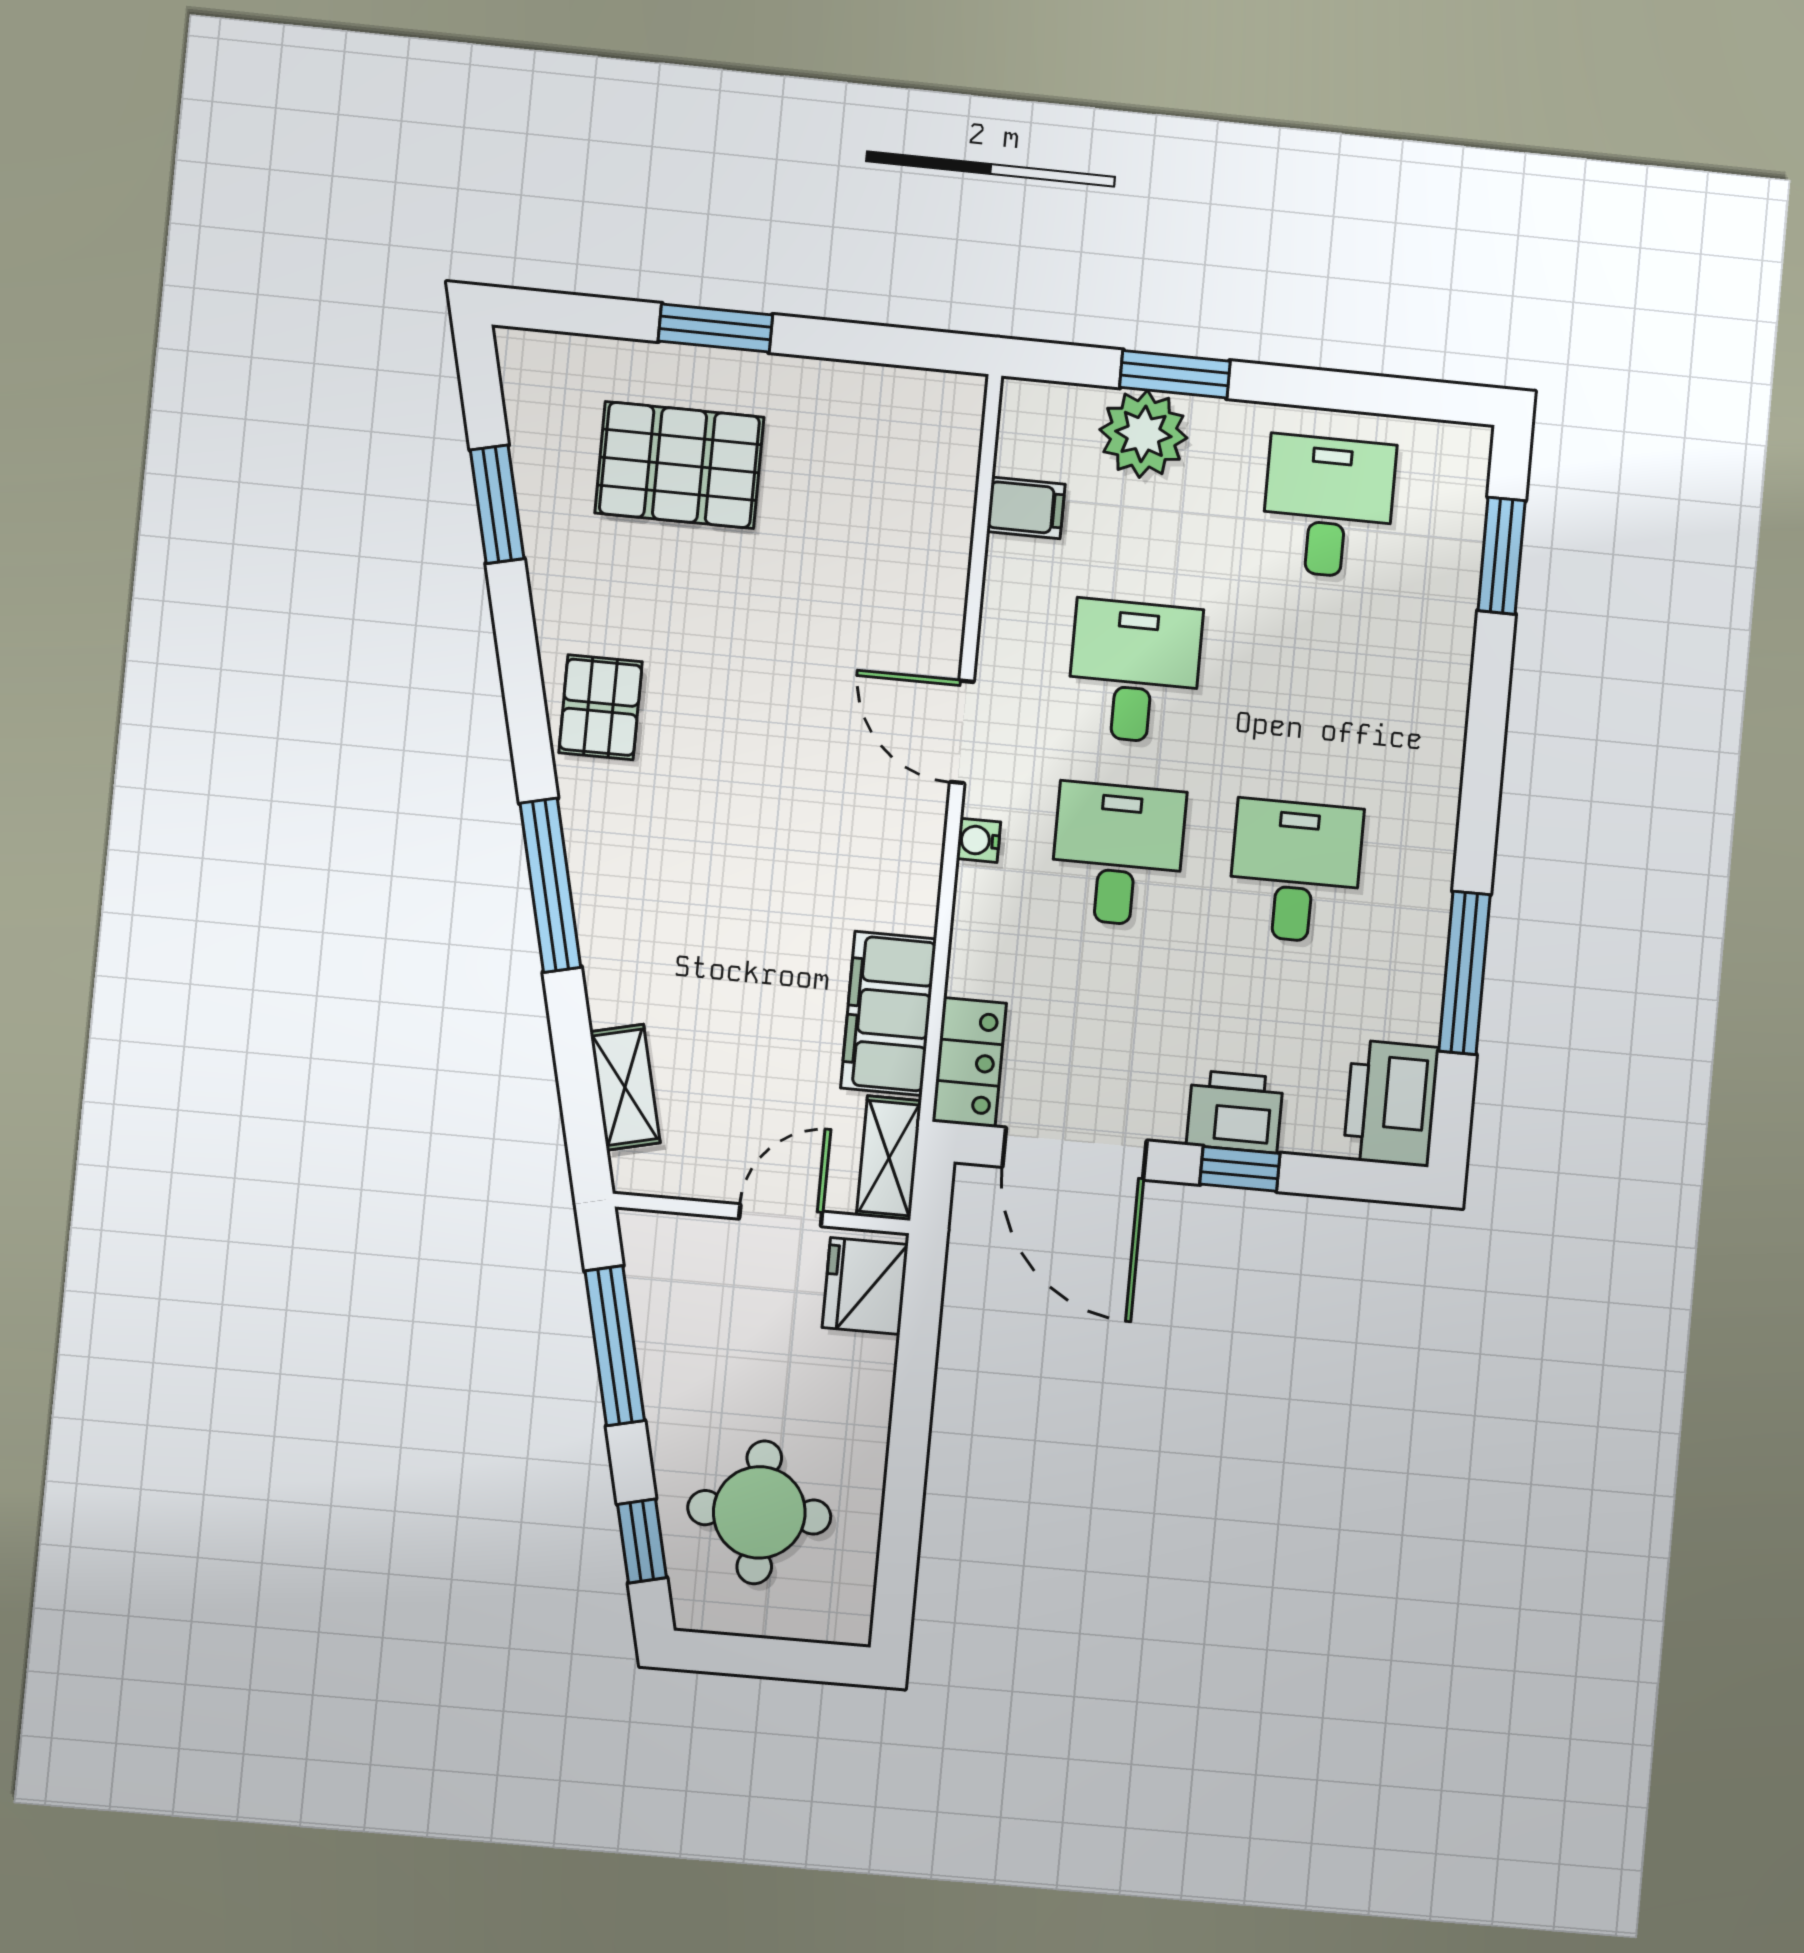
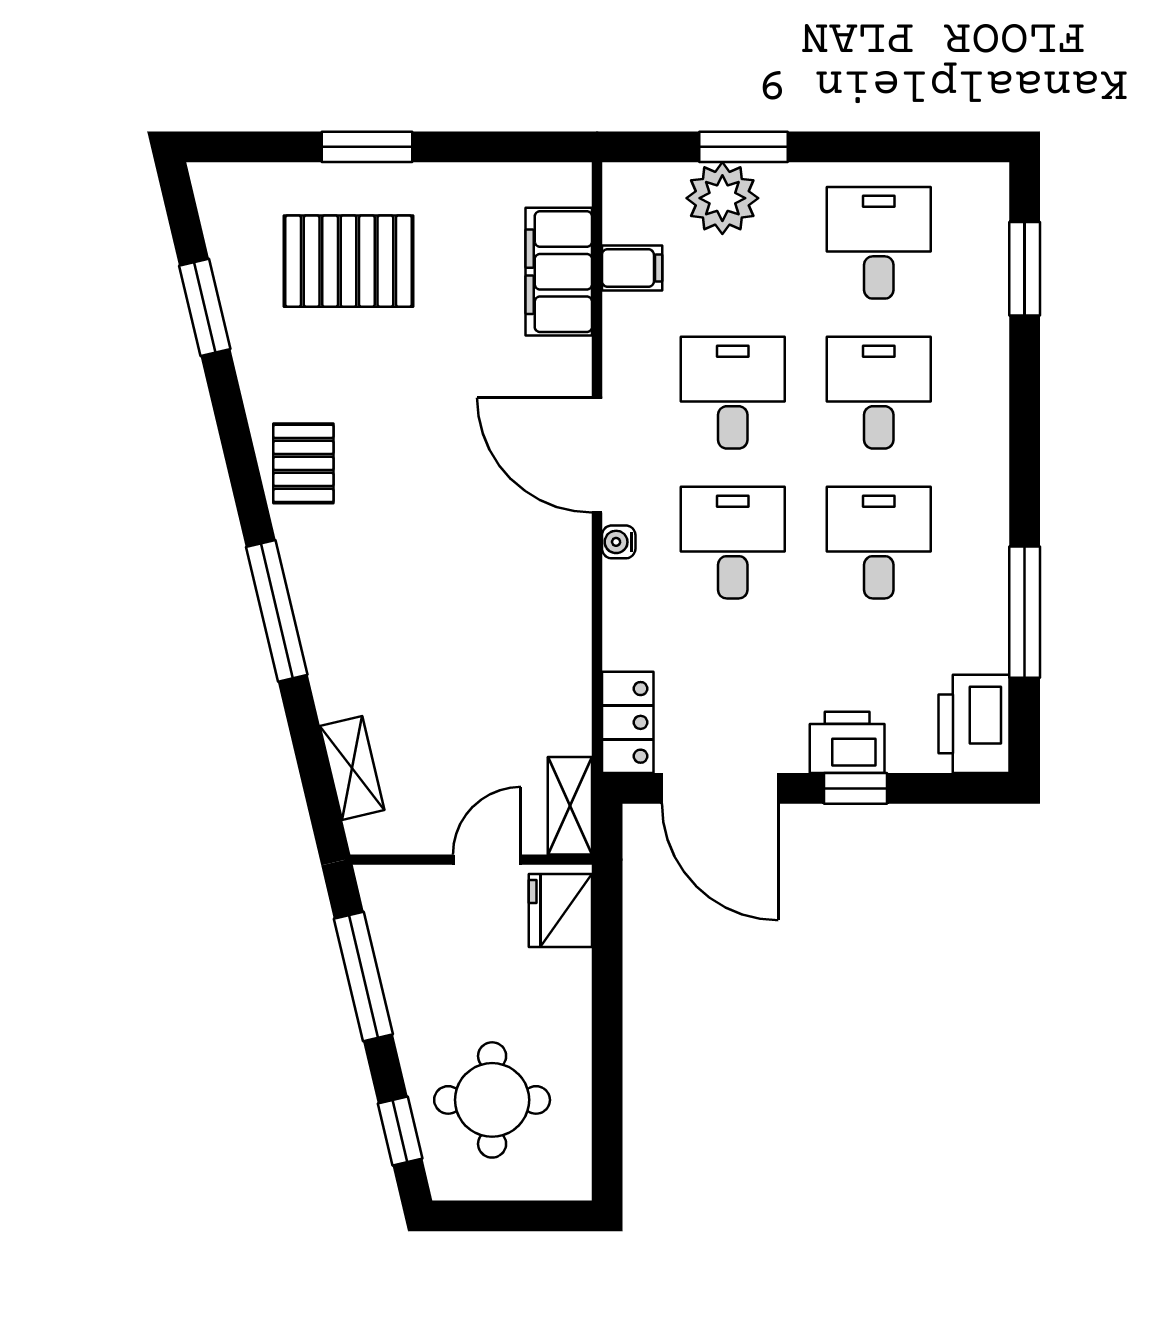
desk: (1312, 689) -> (879, 393), added
door: (962, 732) -> (597, 455), width x1.36
filing cabinet: (889, 1013) -> (559, 272), moved

